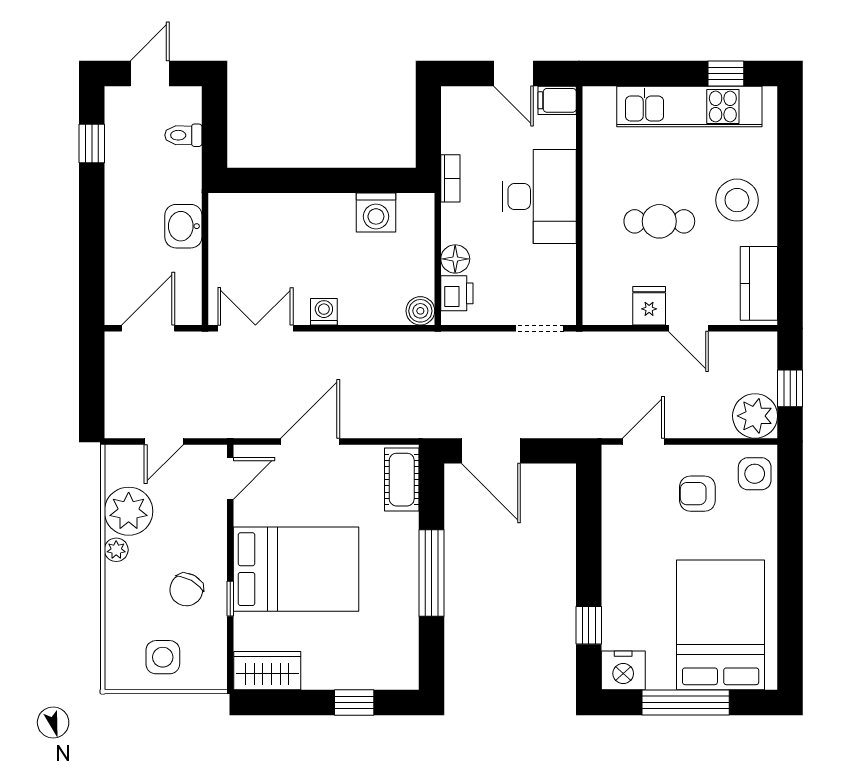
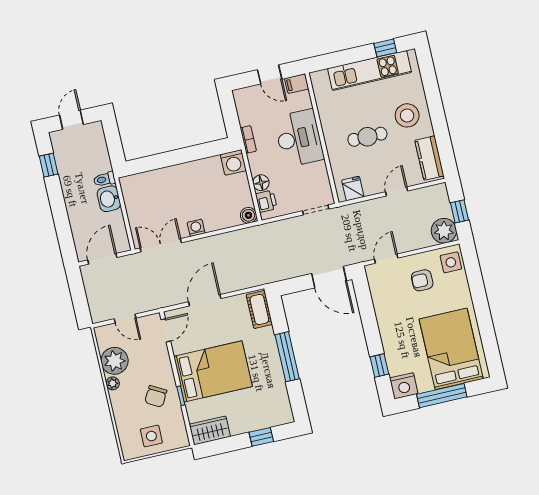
toilet: (183, 135) -> (104, 179), moved
washing machine: (376, 213) -> (233, 162), moved
fridge: (649, 306) -> (353, 188), moved
door: (688, 328) -> (397, 191), swing flipped
door: (164, 441) -> (125, 318), hinge flipped
door: (491, 451) -> (329, 277), moved

